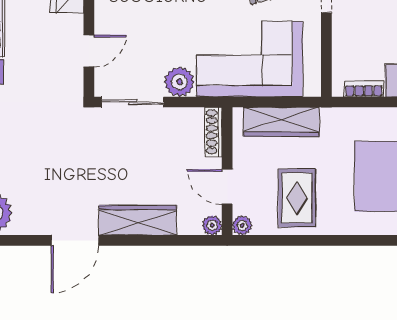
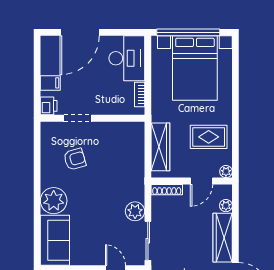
corner sofa: (250, 59) -> (121, 167), removed
plant: (212, 225) -> (226, 206), moved

